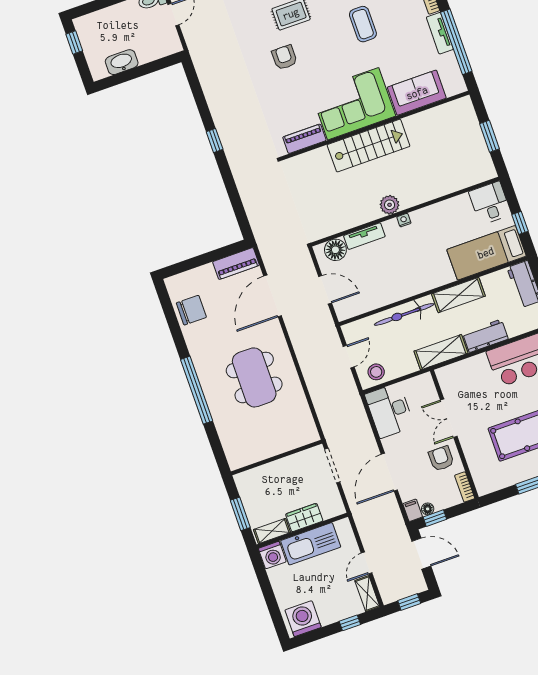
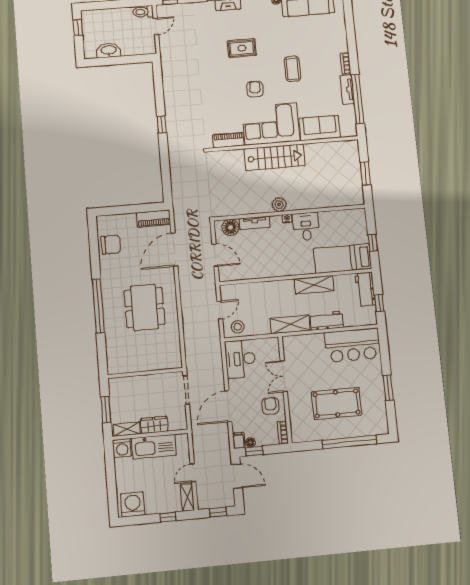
armchair: (284, 57) -> (255, 89), moved
desk: (490, 203) -> (306, 226), moved
bicycle: (404, 314) -> (269, 289), removed

